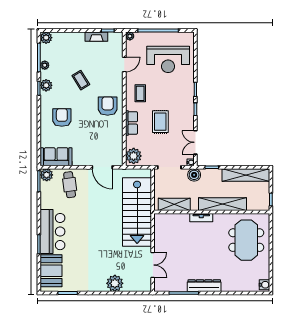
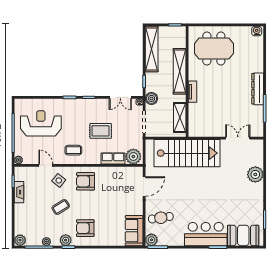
reception desk: (168, 59) -> (41, 123), turned -90
side table: (108, 78) -> (59, 180), added
armchair: (62, 117) -> (85, 228), moved
row of seats: (131, 123) -> (113, 158), moved

